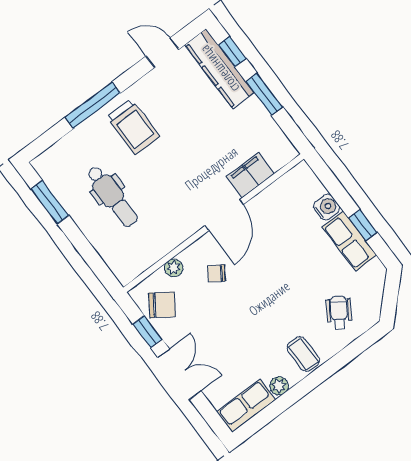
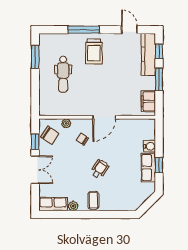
filing cabinet: (250, 175) -> (148, 101), moved, turned -90
wheelchair: (339, 313) -> (100, 169), moved

